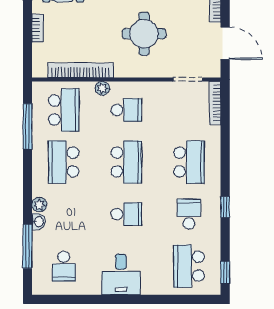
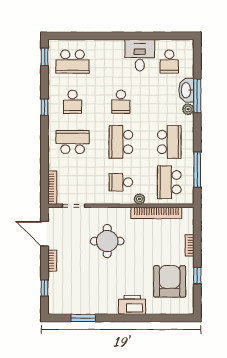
school desk: (189, 162) -> (73, 142), turned 90
school desk: (126, 214) -> (121, 102), turned -90
washbasin: (39, 222) -> (186, 90), width x1.91, depth x1.45
window: (27, 246) -> (197, 96), moved
school desk: (64, 266) -> (169, 62), turned 180
school desk: (189, 266) -> (73, 62), turned 90
desk: (121, 274) -> (140, 55), moved

